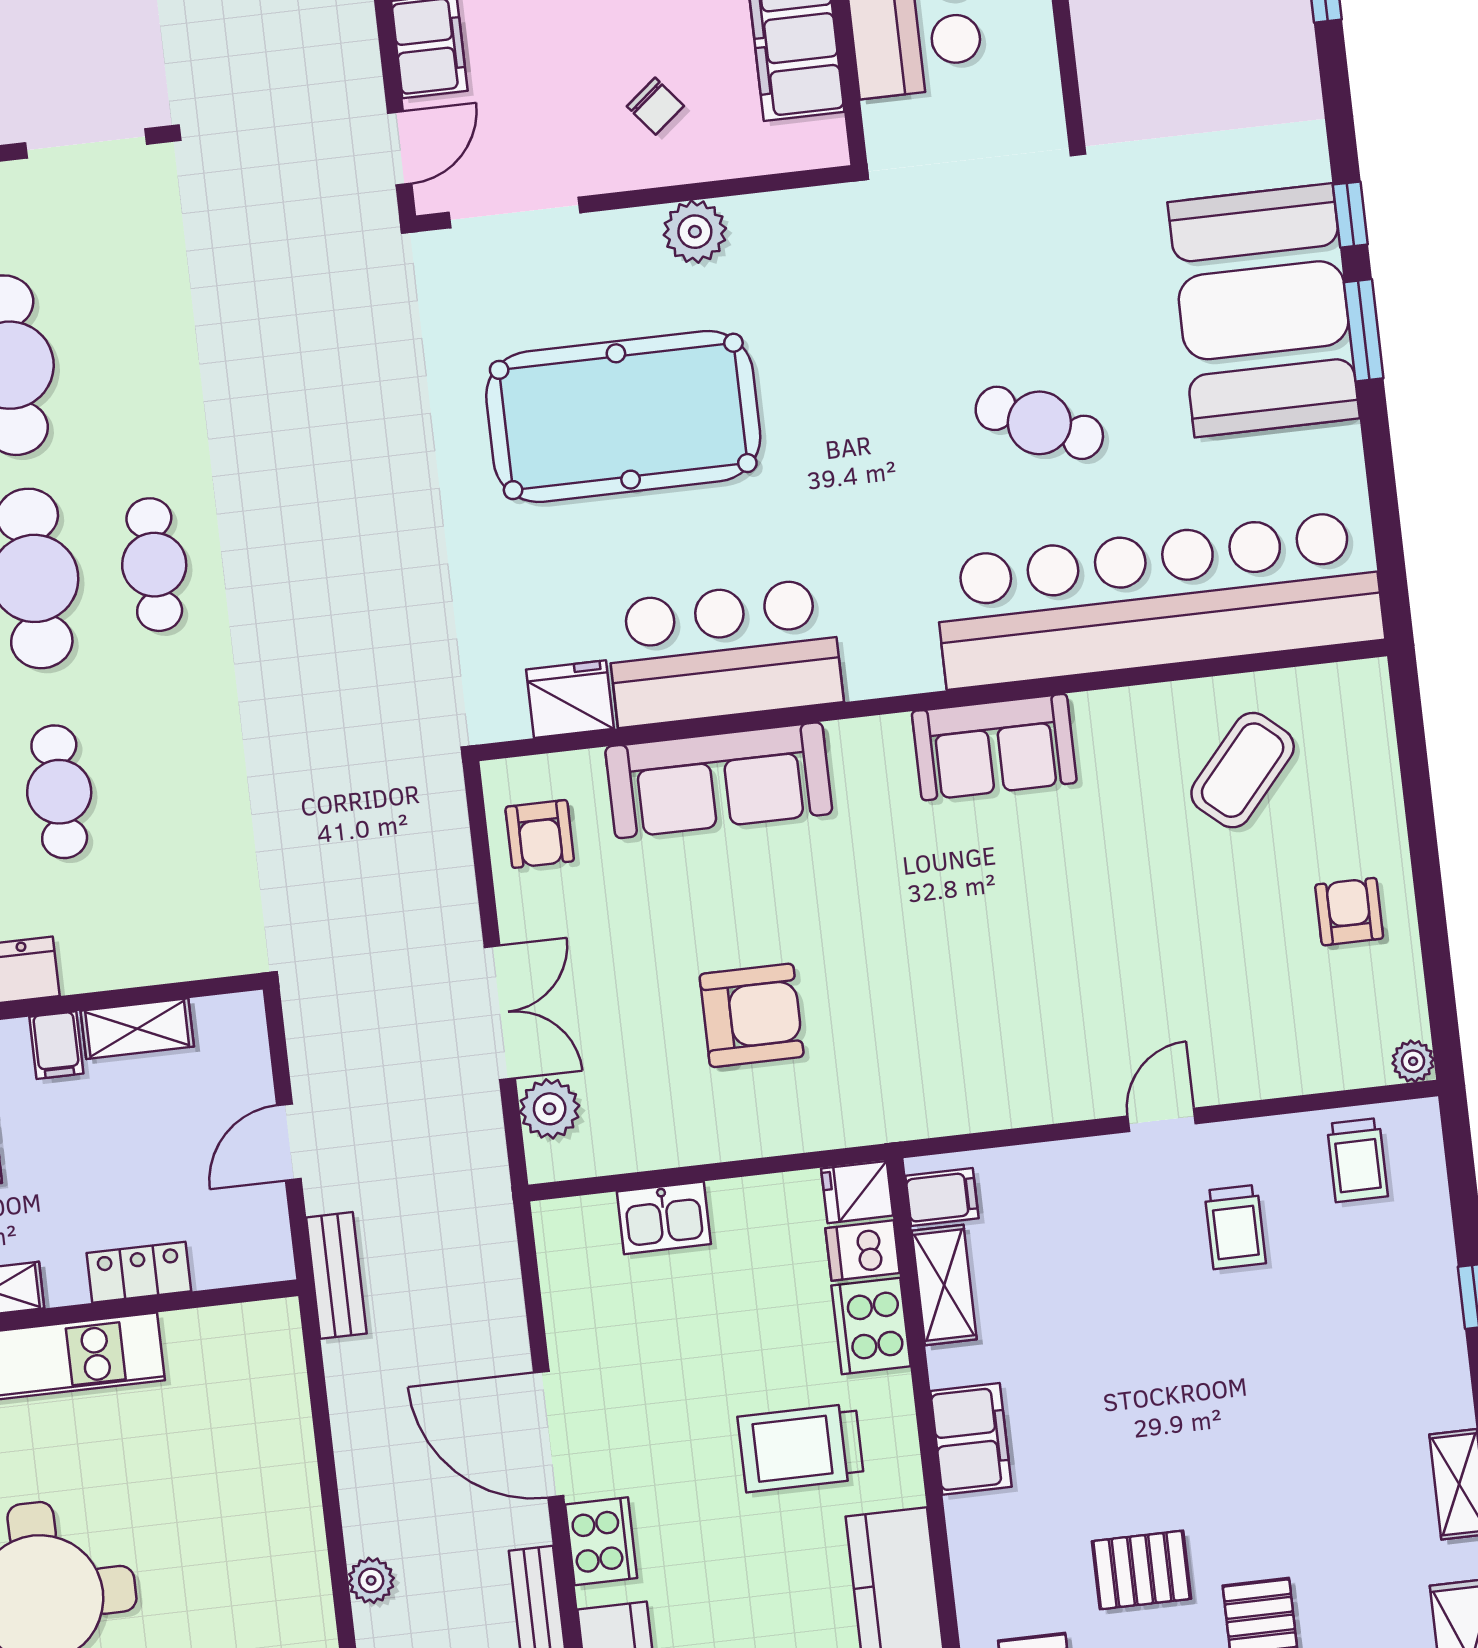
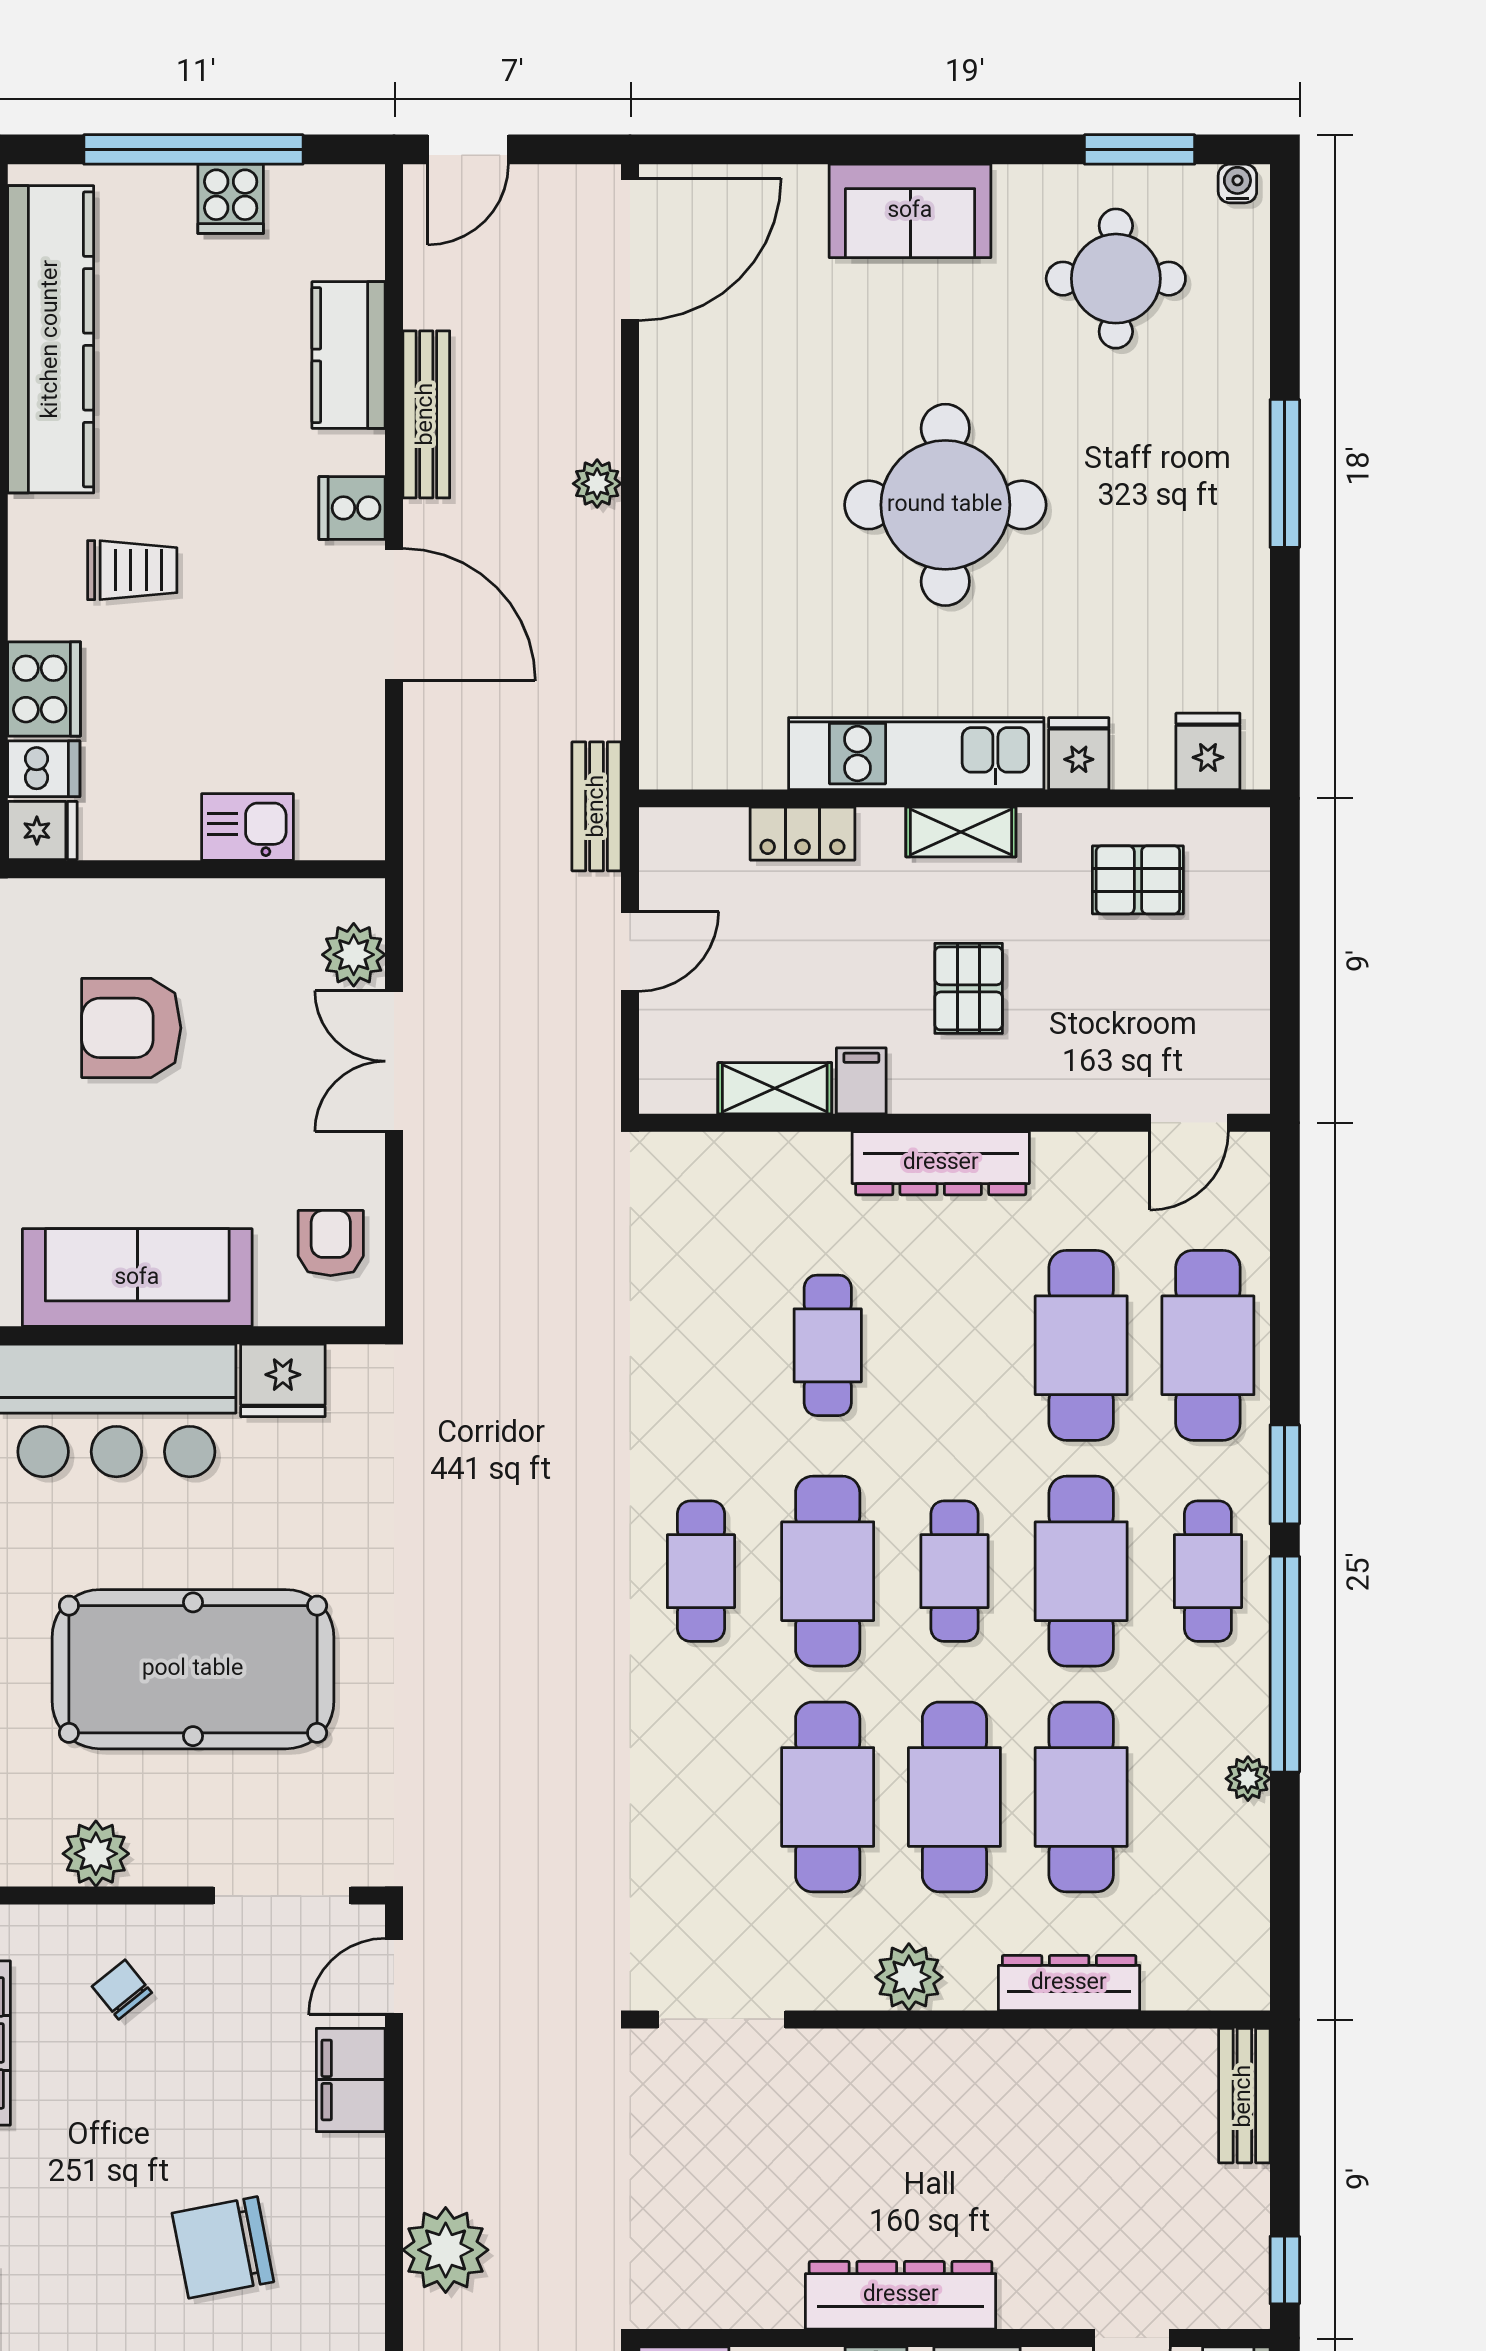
trolley: (801, 1448) -> (132, 570), width x0.73, depth x0.72
cooker: (601, 1541) -> (352, 508), width x0.73

